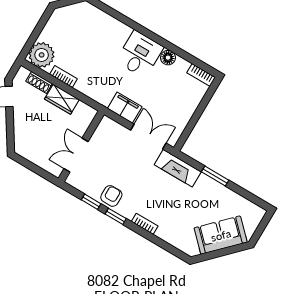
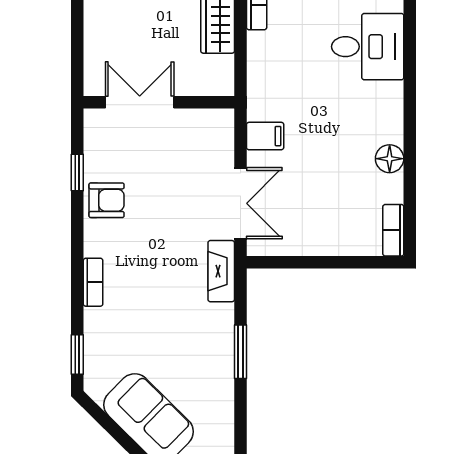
desk: (140, 54) -> (368, 47), moved
filing cabinet: (125, 108) -> (265, 136), width x0.50
fireplace: (178, 168) -> (221, 271), width x0.73, depth x0.76
window: (116, 216) -> (77, 355), moved

